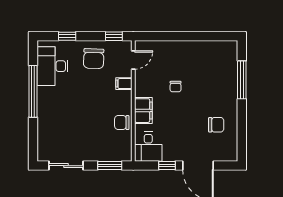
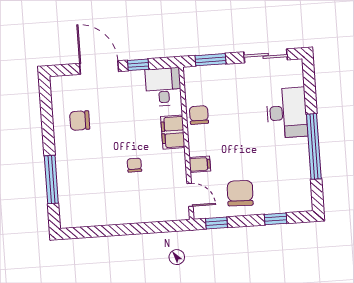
door: (133, 60) -> (190, 195), swing flipped
desk: (52, 66) -> (287, 113), moved
chair: (122, 123) -> (199, 115), turned -90

